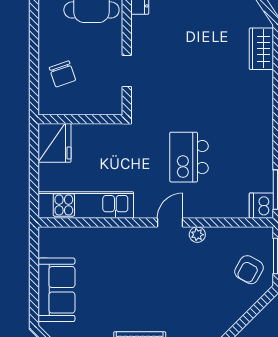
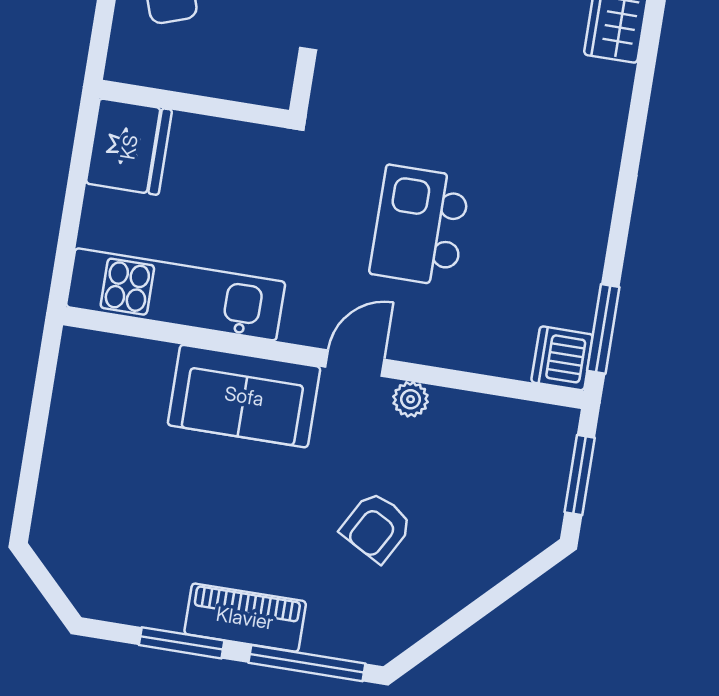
armchair: (249, 270) -> (376, 527), moved
sofa: (56, 290) -> (244, 396), moved, turned 90

